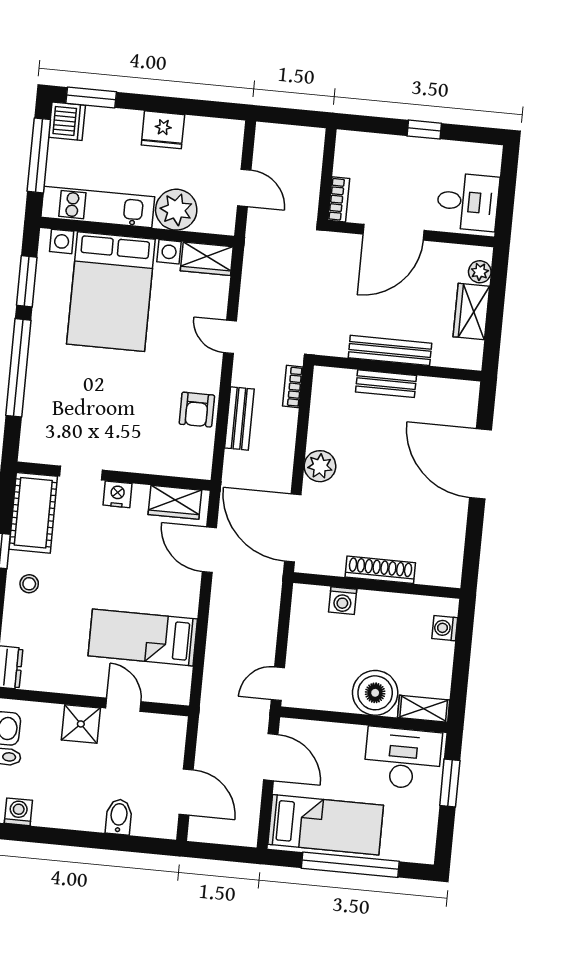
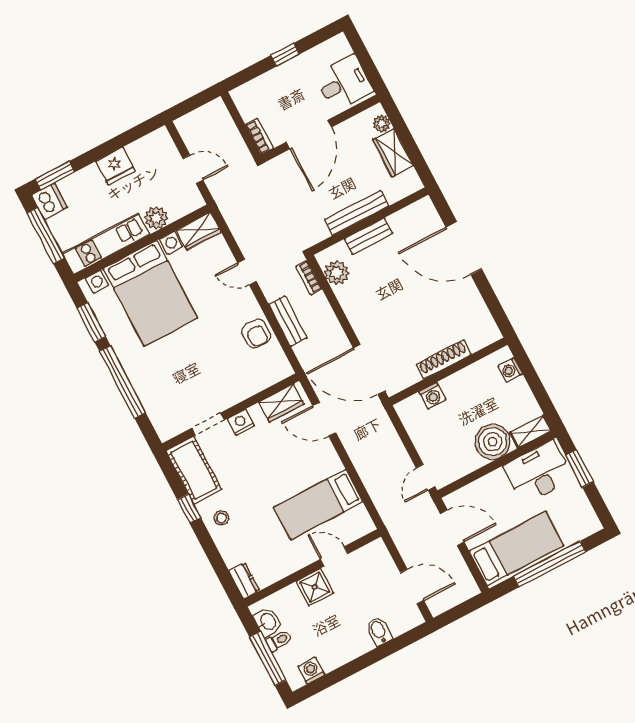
plant: (176, 210) -> (156, 218), width x0.73, depth x0.73
plant: (320, 466) -> (337, 273), moved

